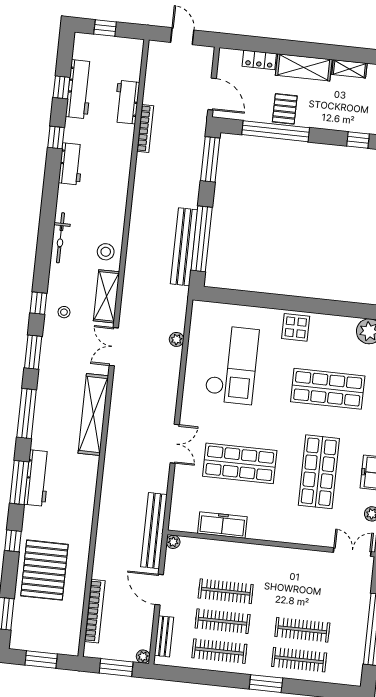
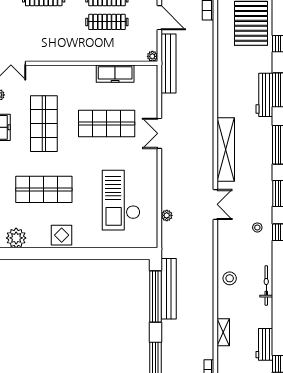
shelving: (106, 296) -> (223, 332), moved, width x0.67, depth x0.75
display table: (296, 327) -> (62, 235), moved

